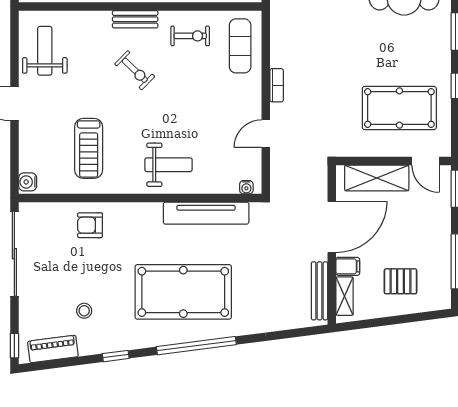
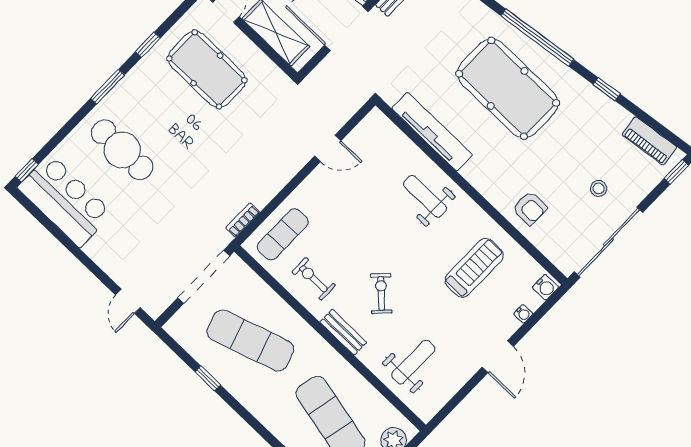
weight bench: (45, 51) -> (413, 362), moved, turned 180
bookcase: (277, 85) -> (243, 220), moved
water cooler: (246, 187) -> (523, 314), moved, turned 90
stool: (84, 311) -> (599, 188), moved

